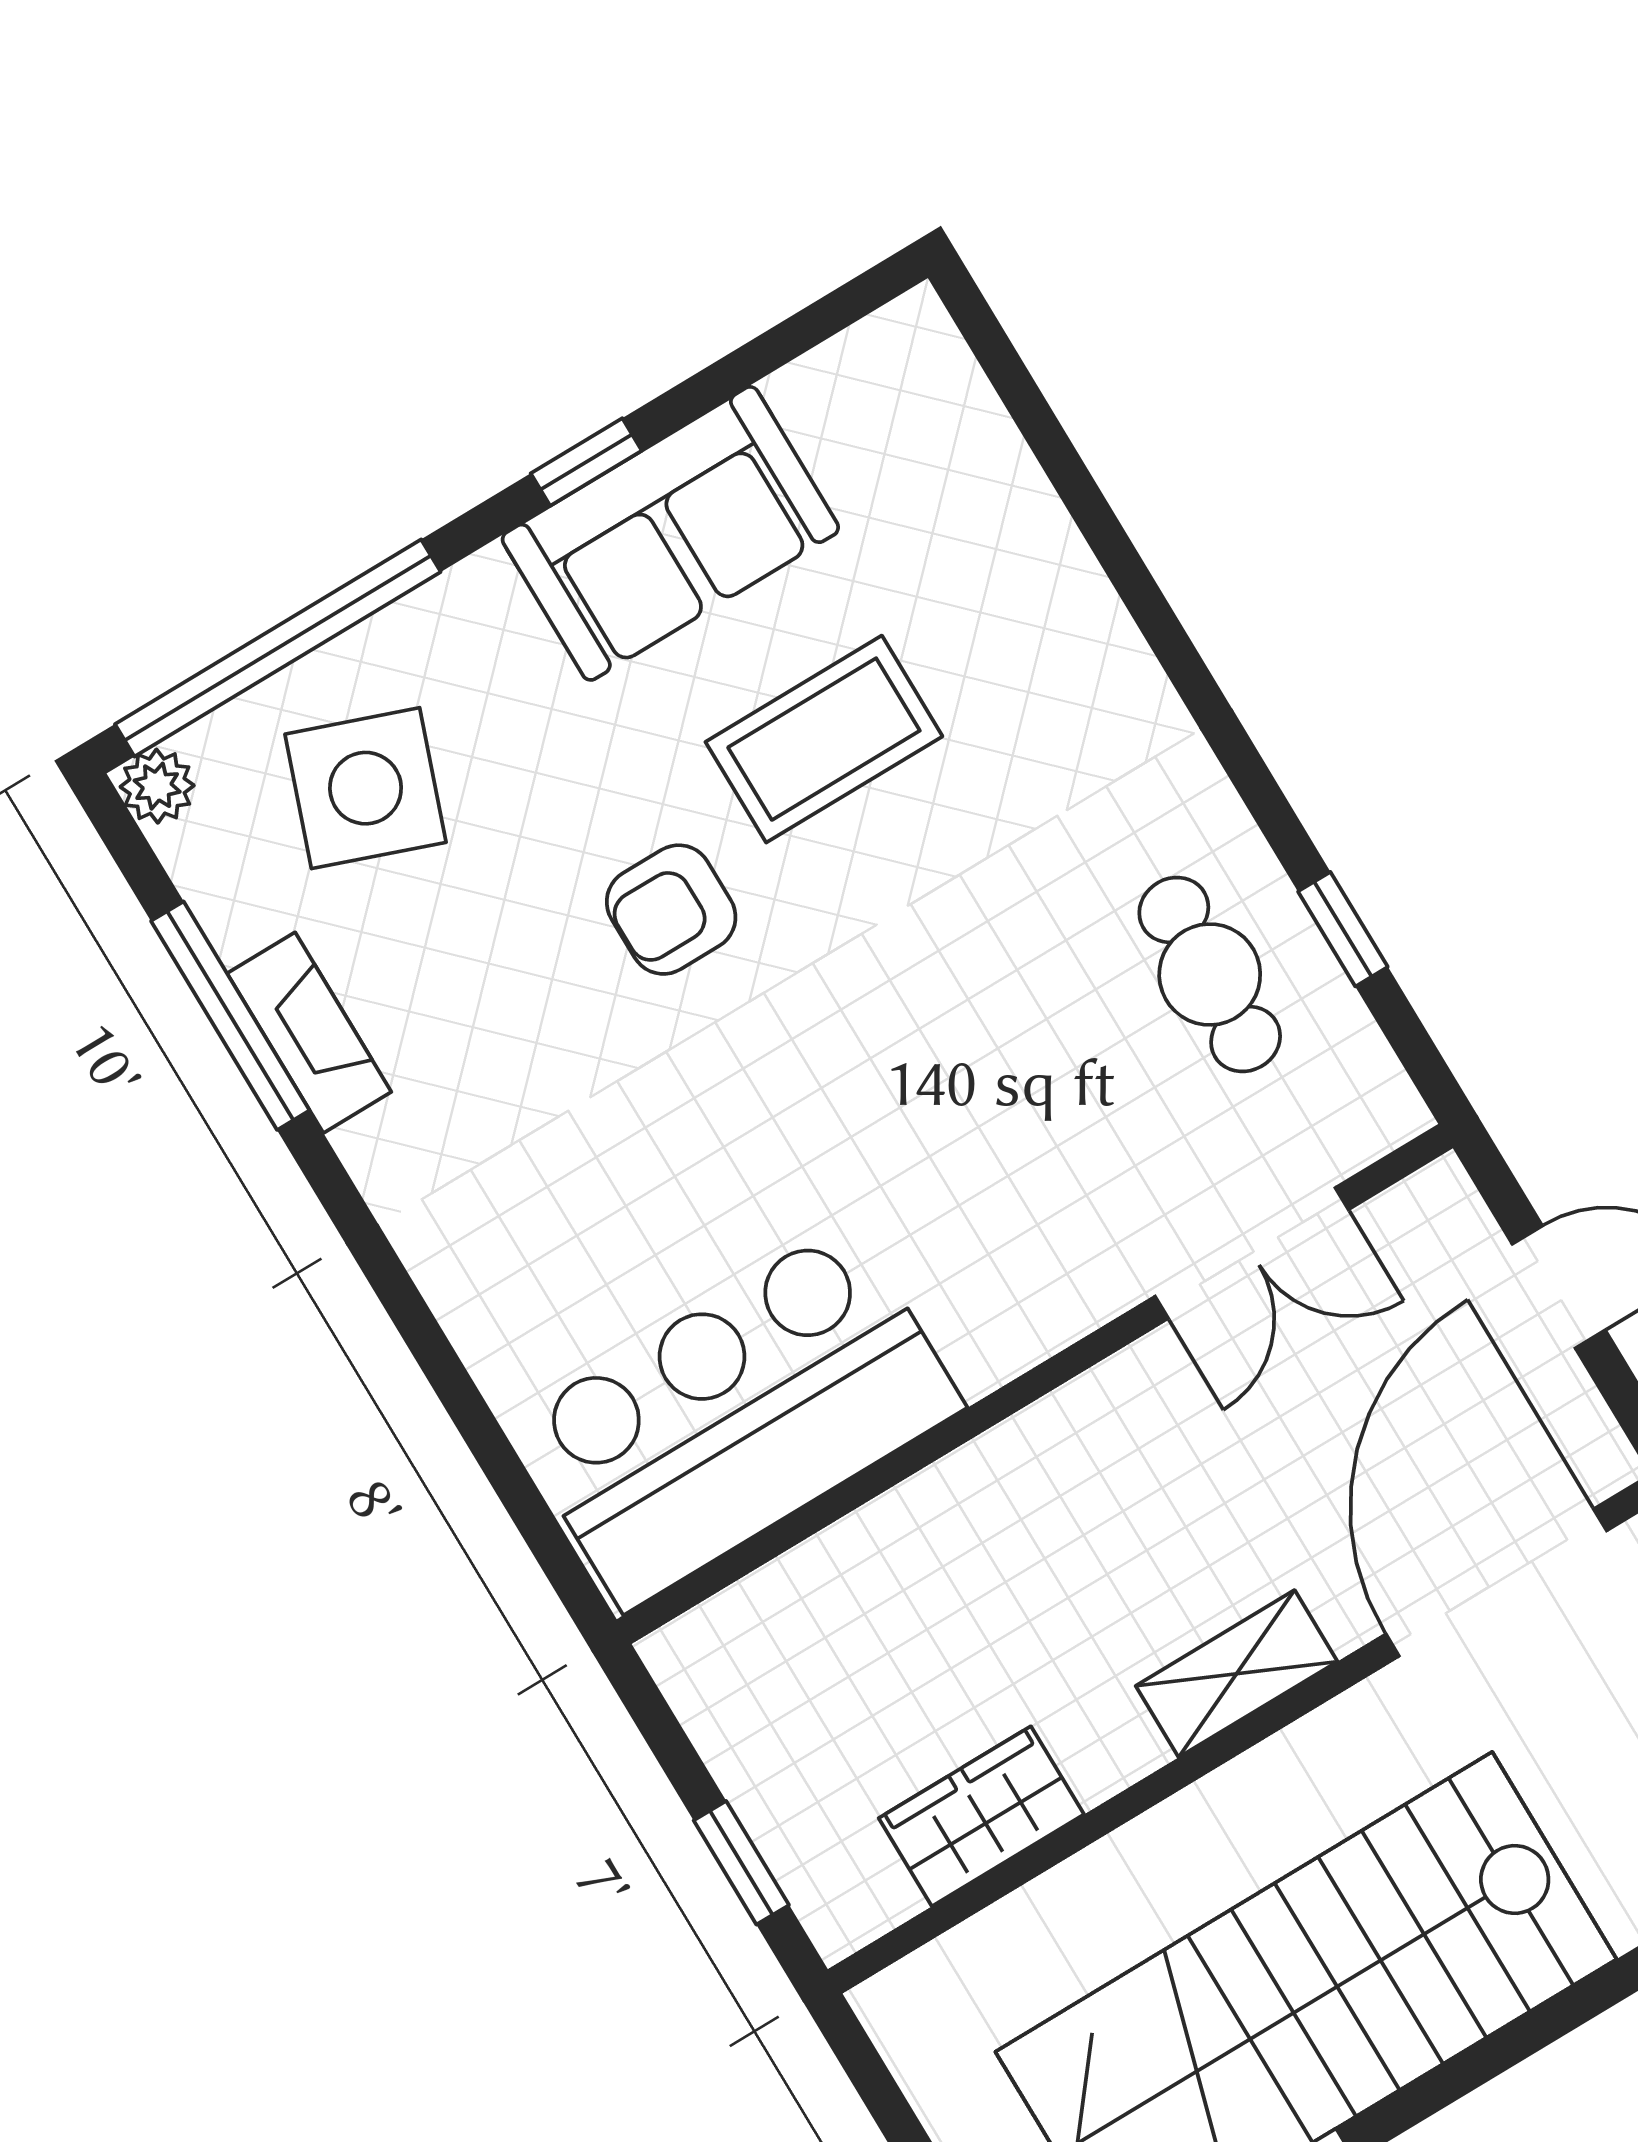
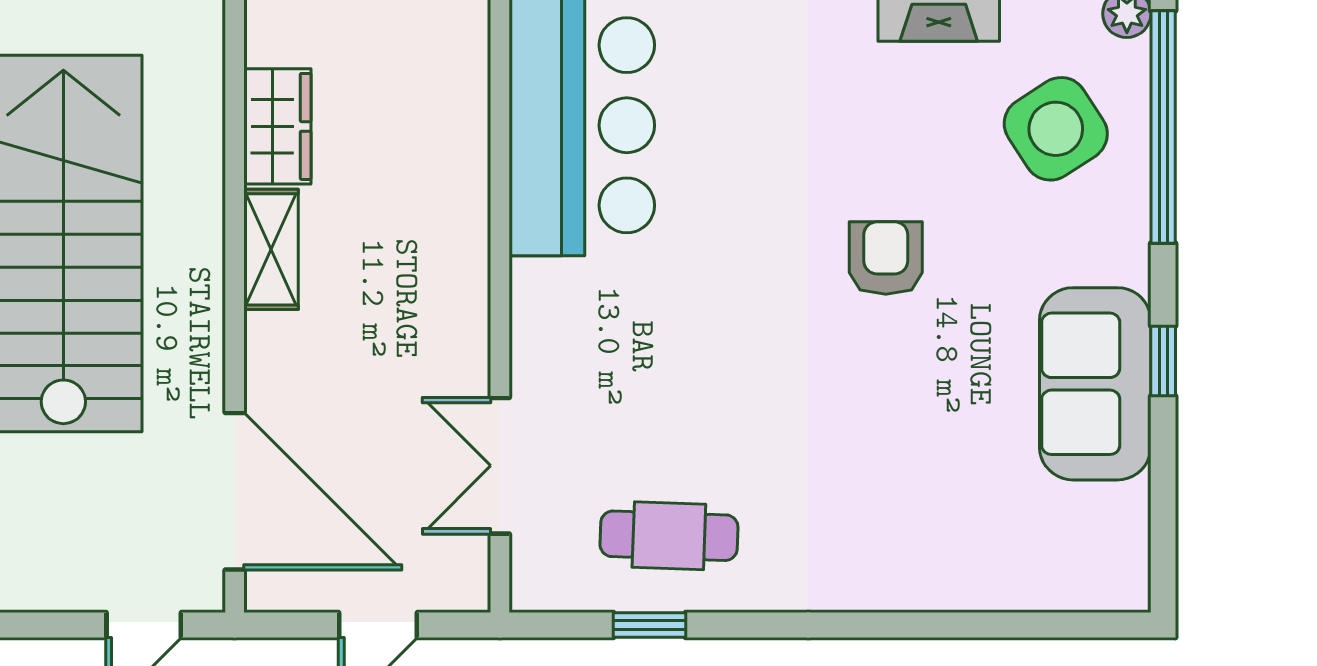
coffee table: (824, 739) -> (929, 400), removed
side table: (366, 788) -> (1056, 129), turned 37
shelving: (1237, 1674) -> (271, 249), moved

